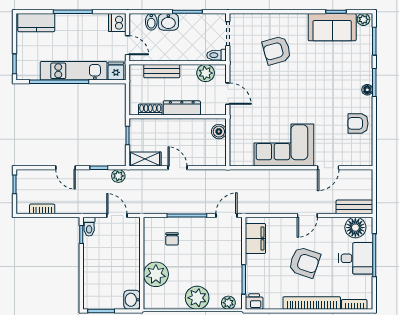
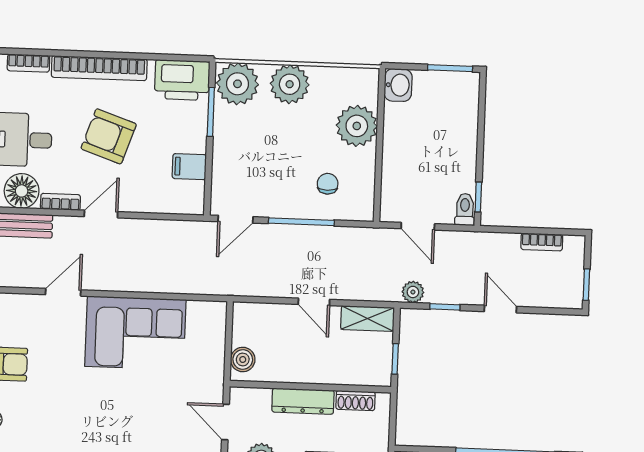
bookcase: (332, 222) -> (60, 202), added
filing cabinet: (255, 239) -> (189, 167), width x0.50
printer: (254, 302) -> (182, 80), width x1.87, depth x1.48
plant: (228, 303) -> (238, 84), width x1.88, depth x1.88

